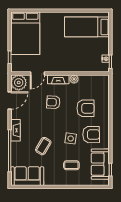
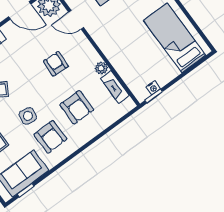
fireplace: (58, 79) -> (115, 87), moved

